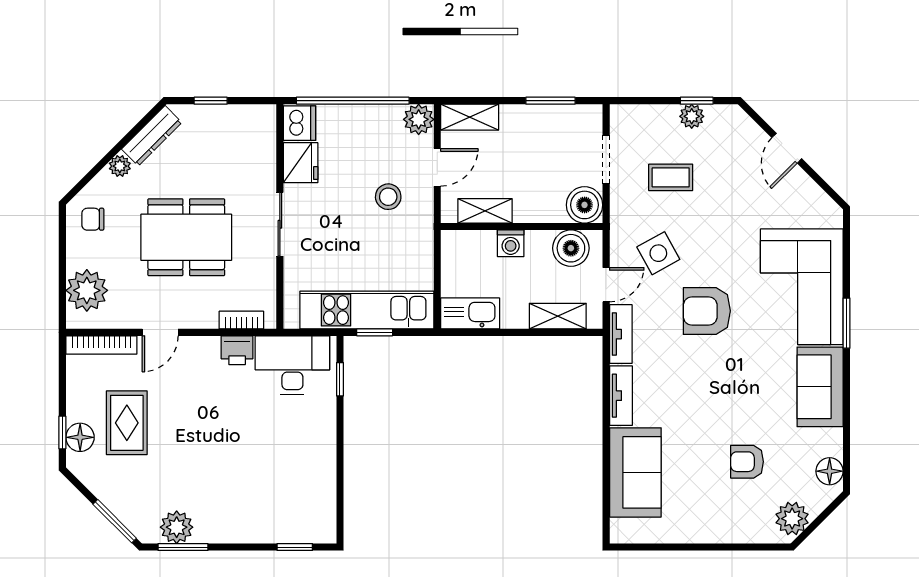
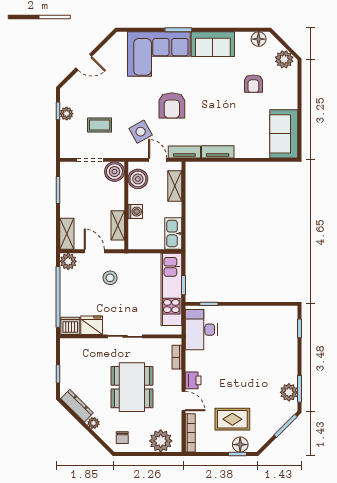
coffee table: (671, 177) -> (100, 125), turned 90
printer: (237, 350) -> (193, 380), moved
sofa: (635, 472) -> (284, 134), moved, turned -90

